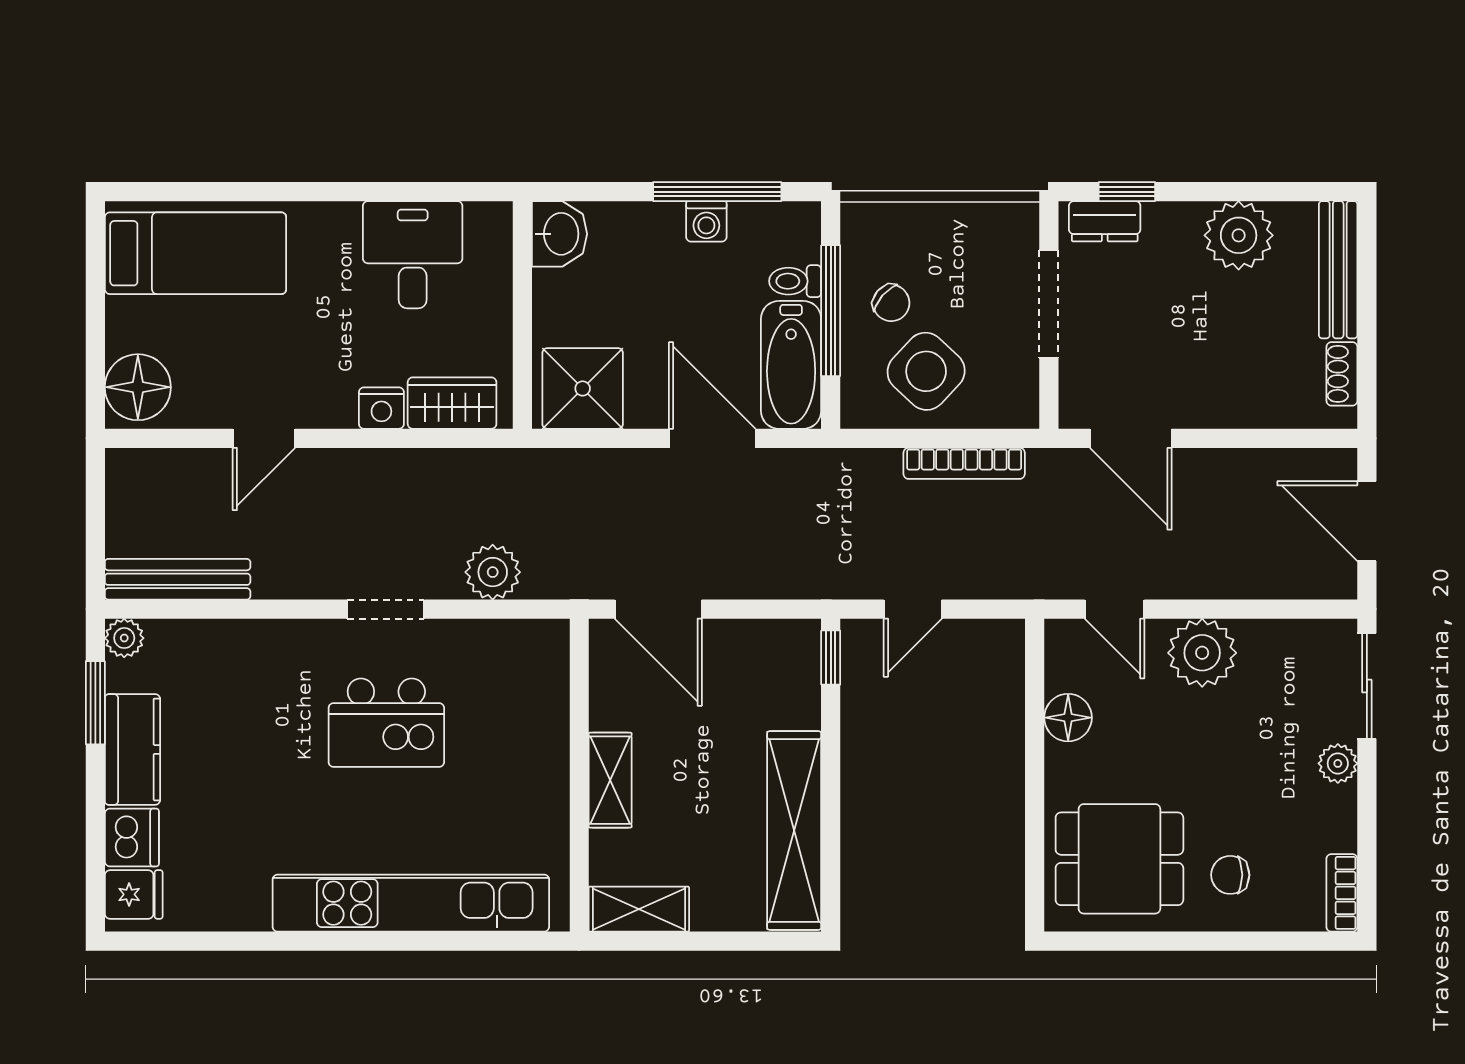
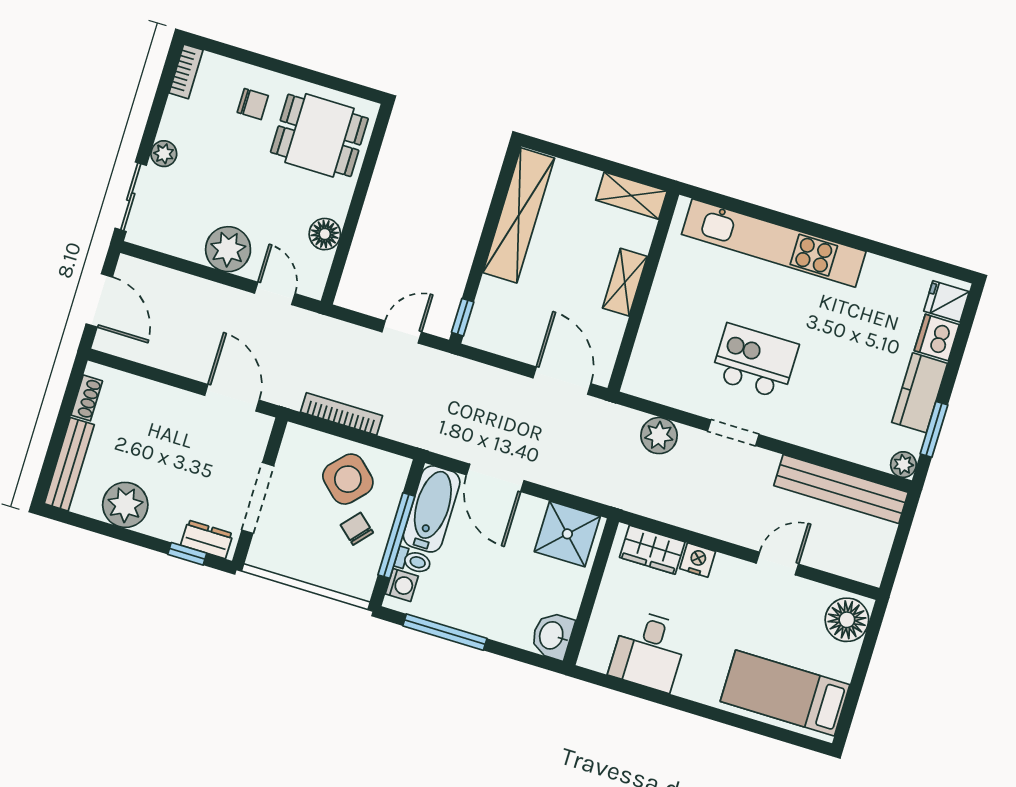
washing machine: (706, 221) -> (402, 585), moved, turned 90
bench: (178, 579) -> (841, 489), width x1.37, depth x1.21

